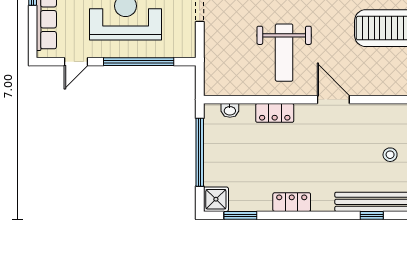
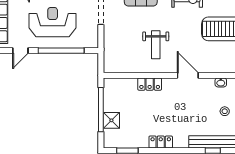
weight bench: (284, 53) -> (156, 45), width x0.73, depth x0.75
washbasin: (230, 110) -> (221, 82), moved
shower: (216, 199) -> (111, 120), moved

